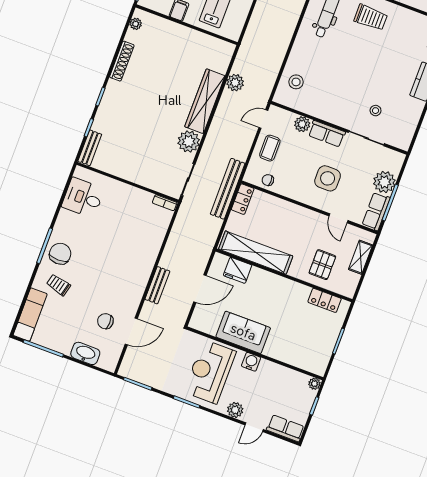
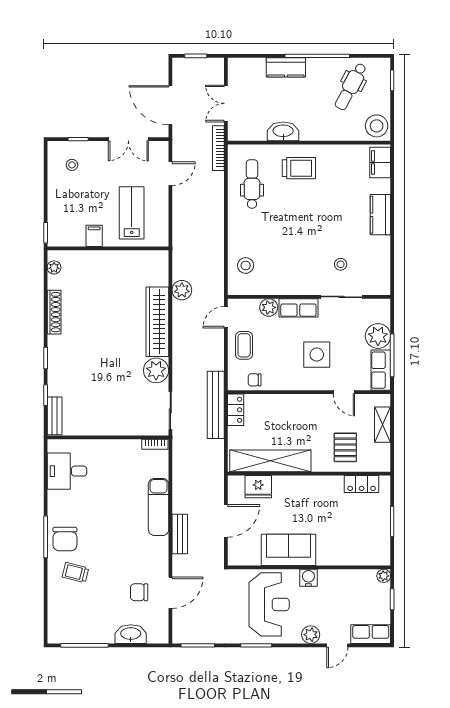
chair: (60, 254) -> (65, 539), turned 180
exam couch: (30, 315) -> (159, 507), moved, turned 180
reception desk: (210, 372) -> (269, 604), turned 180

